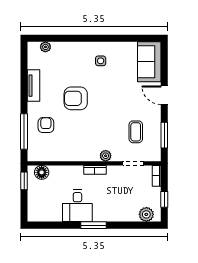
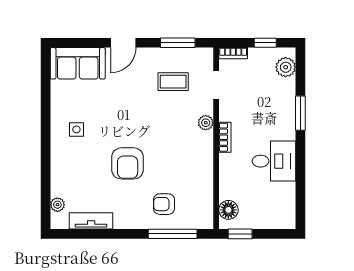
tv unit: (34, 86) -> (91, 221), moved
window: (93, 225) -> (300, 113), moved

